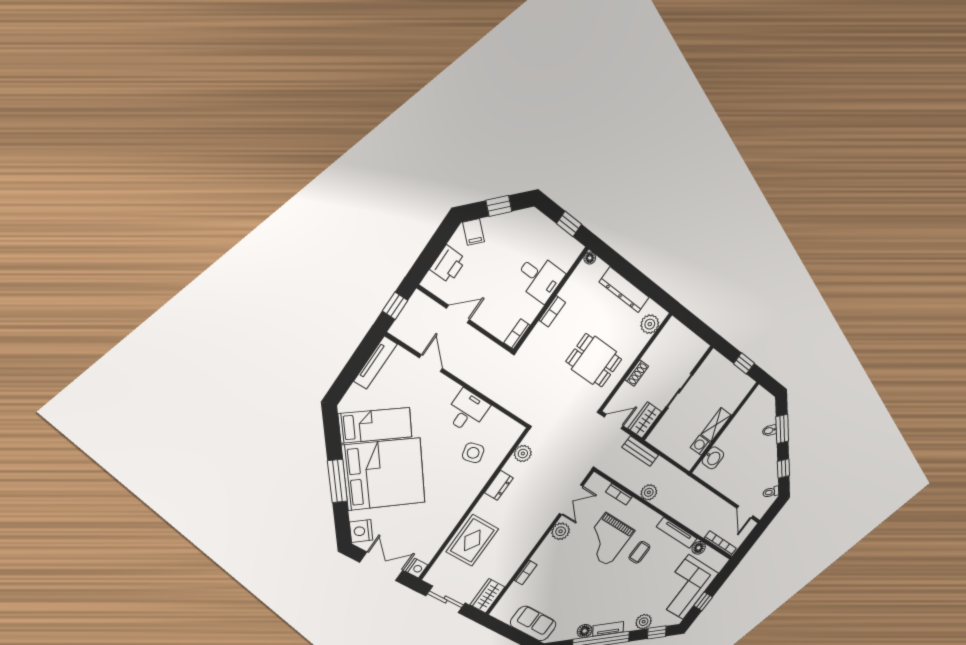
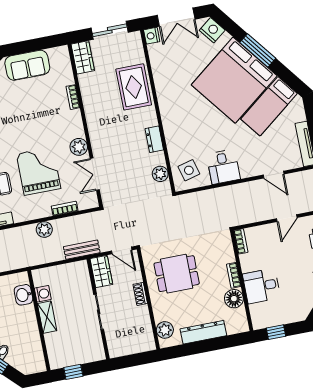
floor lamp: (590, 258) -> (234, 299), moved, width x1.89, depth x1.89
door: (614, 422) -> (122, 250), hinge flipped
side table: (473, 453) -> (189, 170), moved

